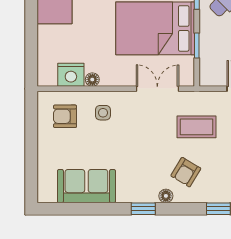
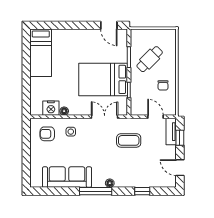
armchair: (186, 172) -> (122, 168), removed
sofa: (86, 186) -> (67, 177), width x1.36
window: (143, 209) -> (96, 191), width x2.17

